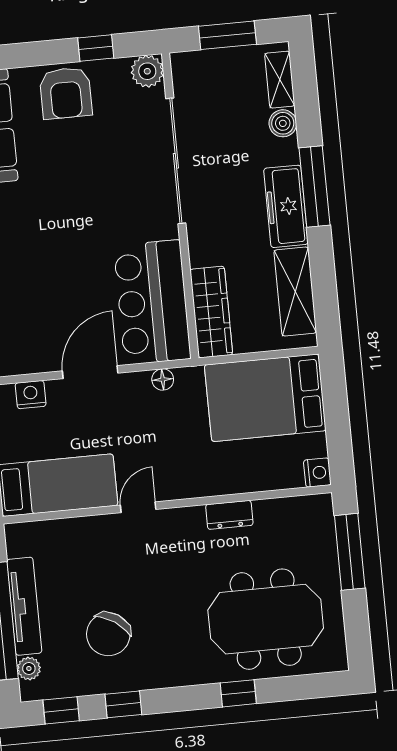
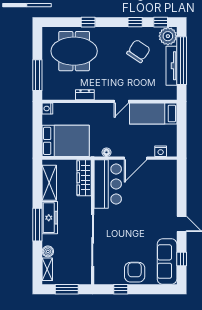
plant: (147, 71) -> (101, 278), removed
plant: (29, 668) -> (168, 36), width x1.87, depth x1.87

